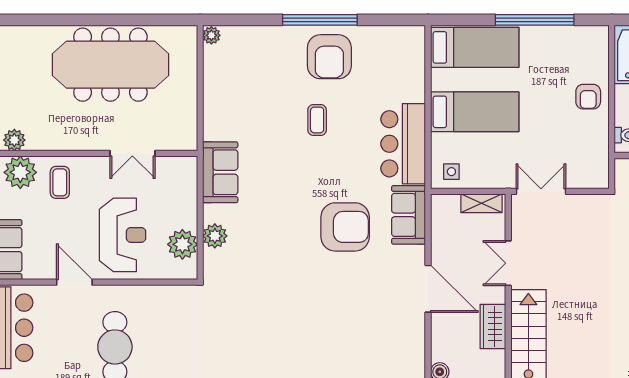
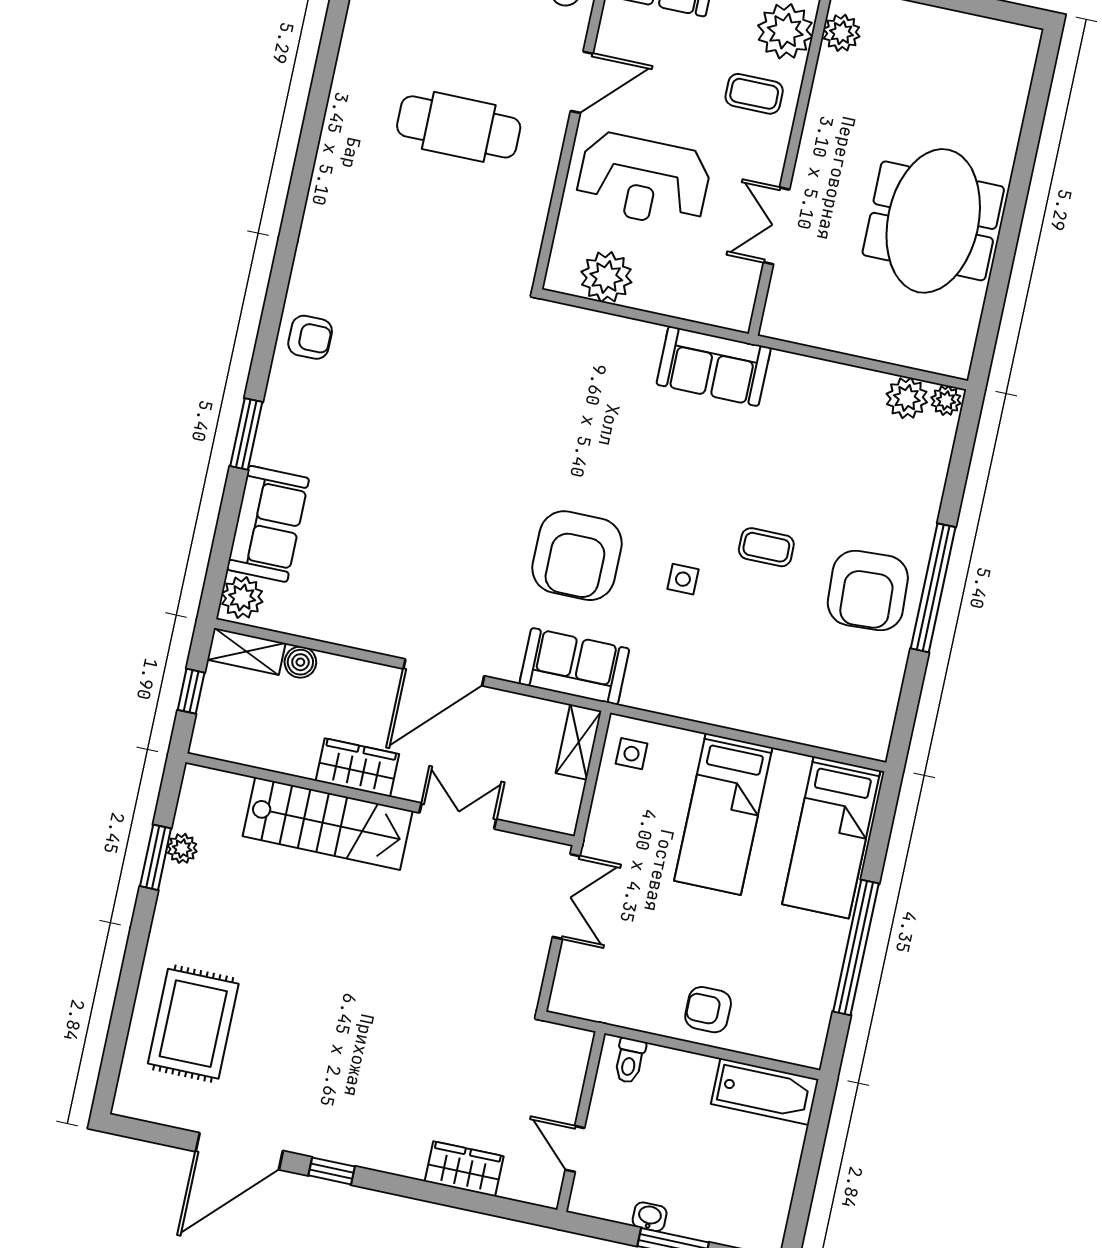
armchair: (329, 57) -> (868, 590), turned -93
meeting table: (110, 65) -> (933, 221), width x0.73
bar counter: (403, 144) -> (695, 683), removed
side table: (346, 164) -> (683, 579), added
shelving: (482, 203) -> (579, 742), moved
plant: (215, 236) -> (907, 398), moved

